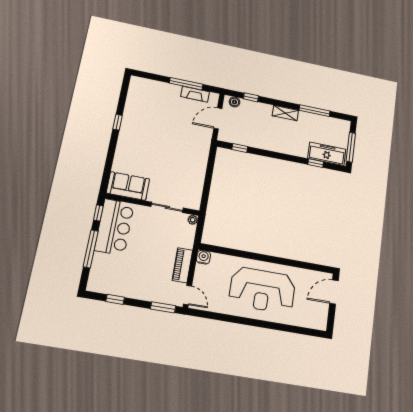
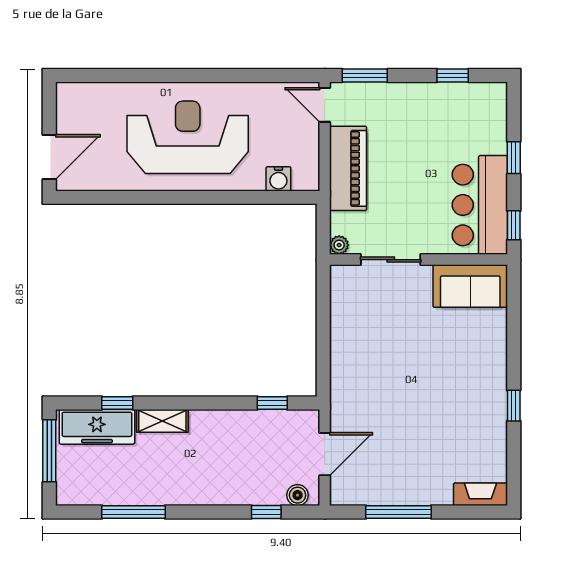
fireplace: (195, 94) -> (480, 494), moved
shelving: (285, 113) -> (162, 421), moved
window: (91, 249) -> (514, 158), width x0.46
water cooler: (203, 257) -> (278, 179), moved
piano: (182, 265) -> (348, 168), width x1.37, depth x1.33

